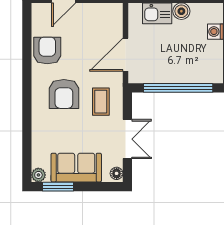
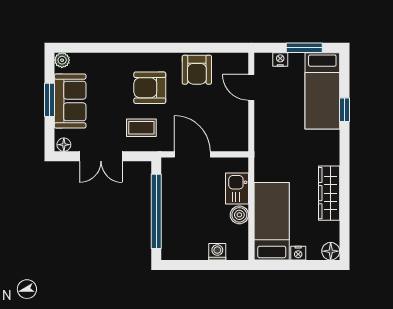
armchair: (47, 50) -> (197, 70), turned 90
window: (58, 187) -> (50, 100), moved

